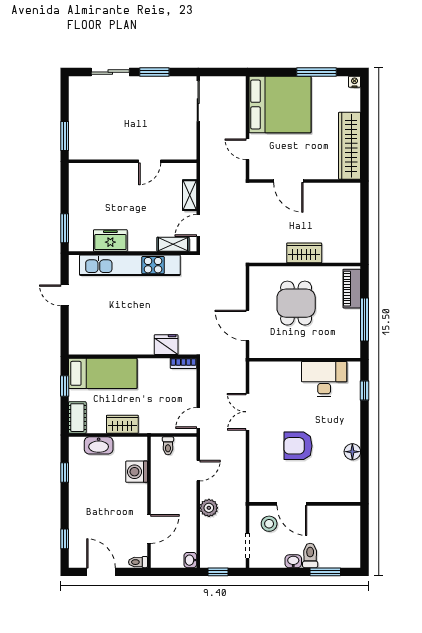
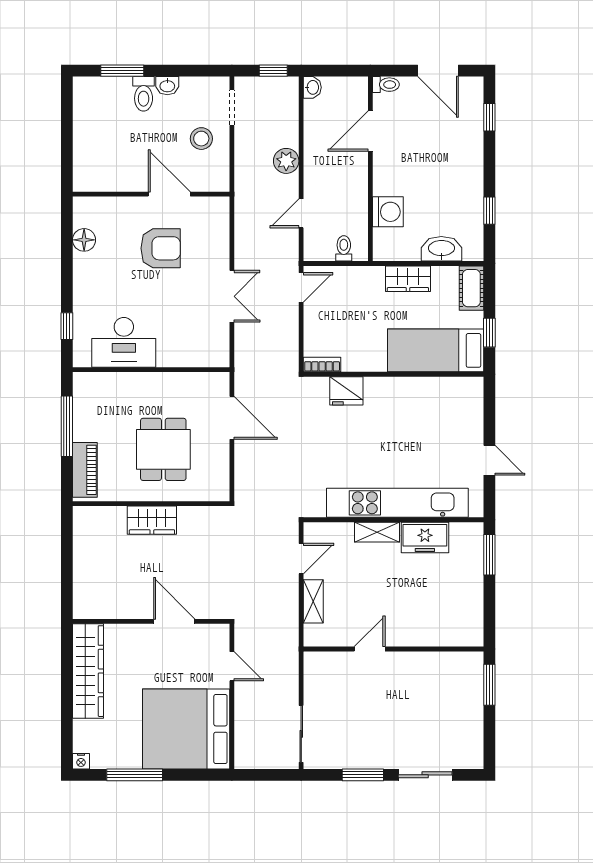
shelving: (173, 244) -> (377, 532), moved
door: (292, 504) -> (169, 194), moved
wall: (305, 504) -> (151, 194), moved

